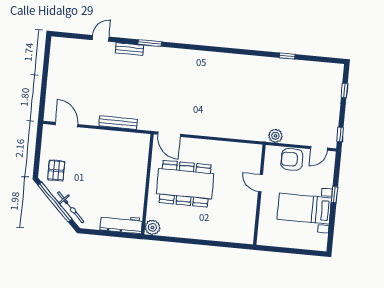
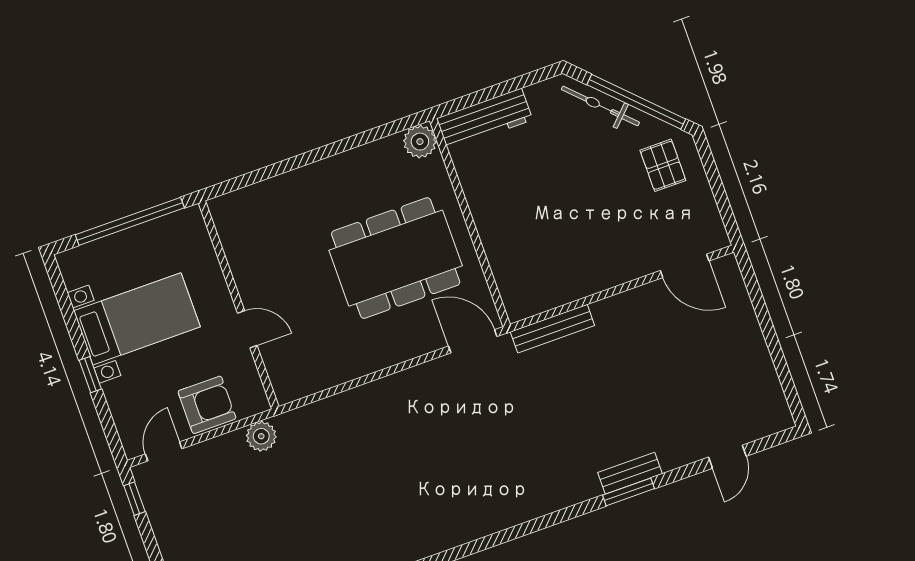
door: (101, 38) -> (727, 457), moved
window: (150, 43) -> (628, 492), moved
bench: (118, 123) -> (552, 329), moved
window: (288, 250) -> (130, 221), added

